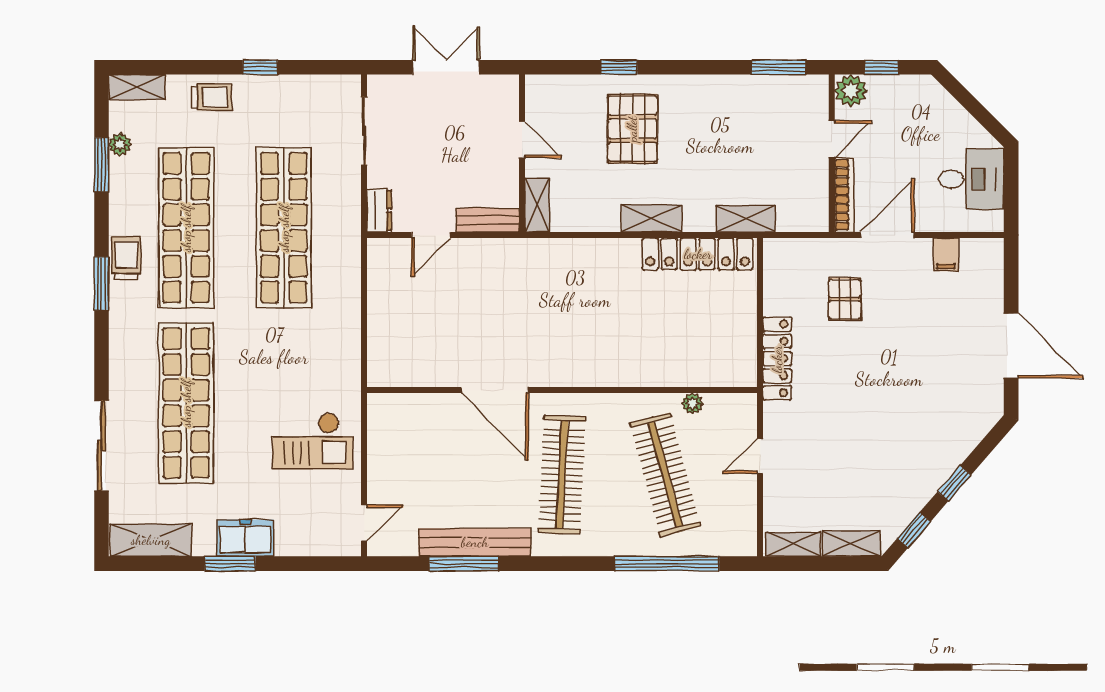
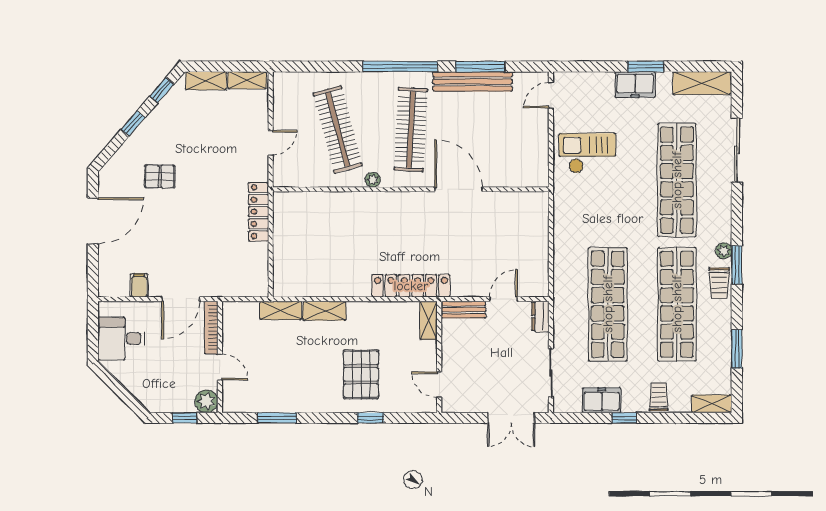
double door: (446, 67) -> (511, 418), moved
window: (779, 67) -> (277, 418), moved
freezer: (292, 92) -> (602, 400), added
trolley: (212, 97) -> (659, 397), turned 90
door: (832, 139) -> (220, 367), swing flipped
door: (522, 140) -> (439, 385), moved
plant: (120, 144) -> (724, 251), moved
shelving: (651, 219) -> (325, 311), moved
locker: (698, 254) -> (411, 286), moved
pallet: (845, 299) -> (160, 176), moved, turned 90
door: (1011, 346) -> (93, 221), swing flipped
plant: (692, 404) -> (373, 180), moved
window: (667, 564) -> (400, 67), moved

